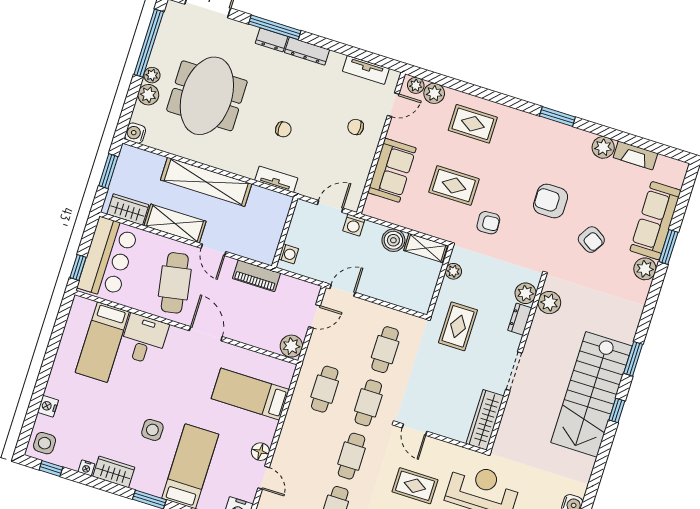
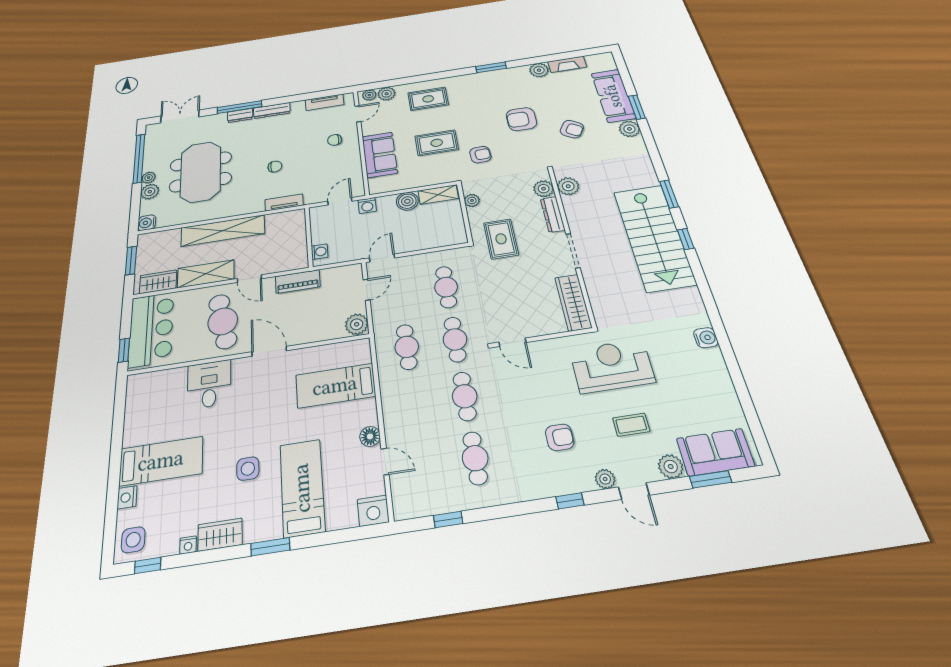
dresser: (520, 319) -> (553, 214), width x1.44
bed: (102, 342) -> (161, 461), moved, turned -90
rug: (415, 486) -> (543, 394), removed

